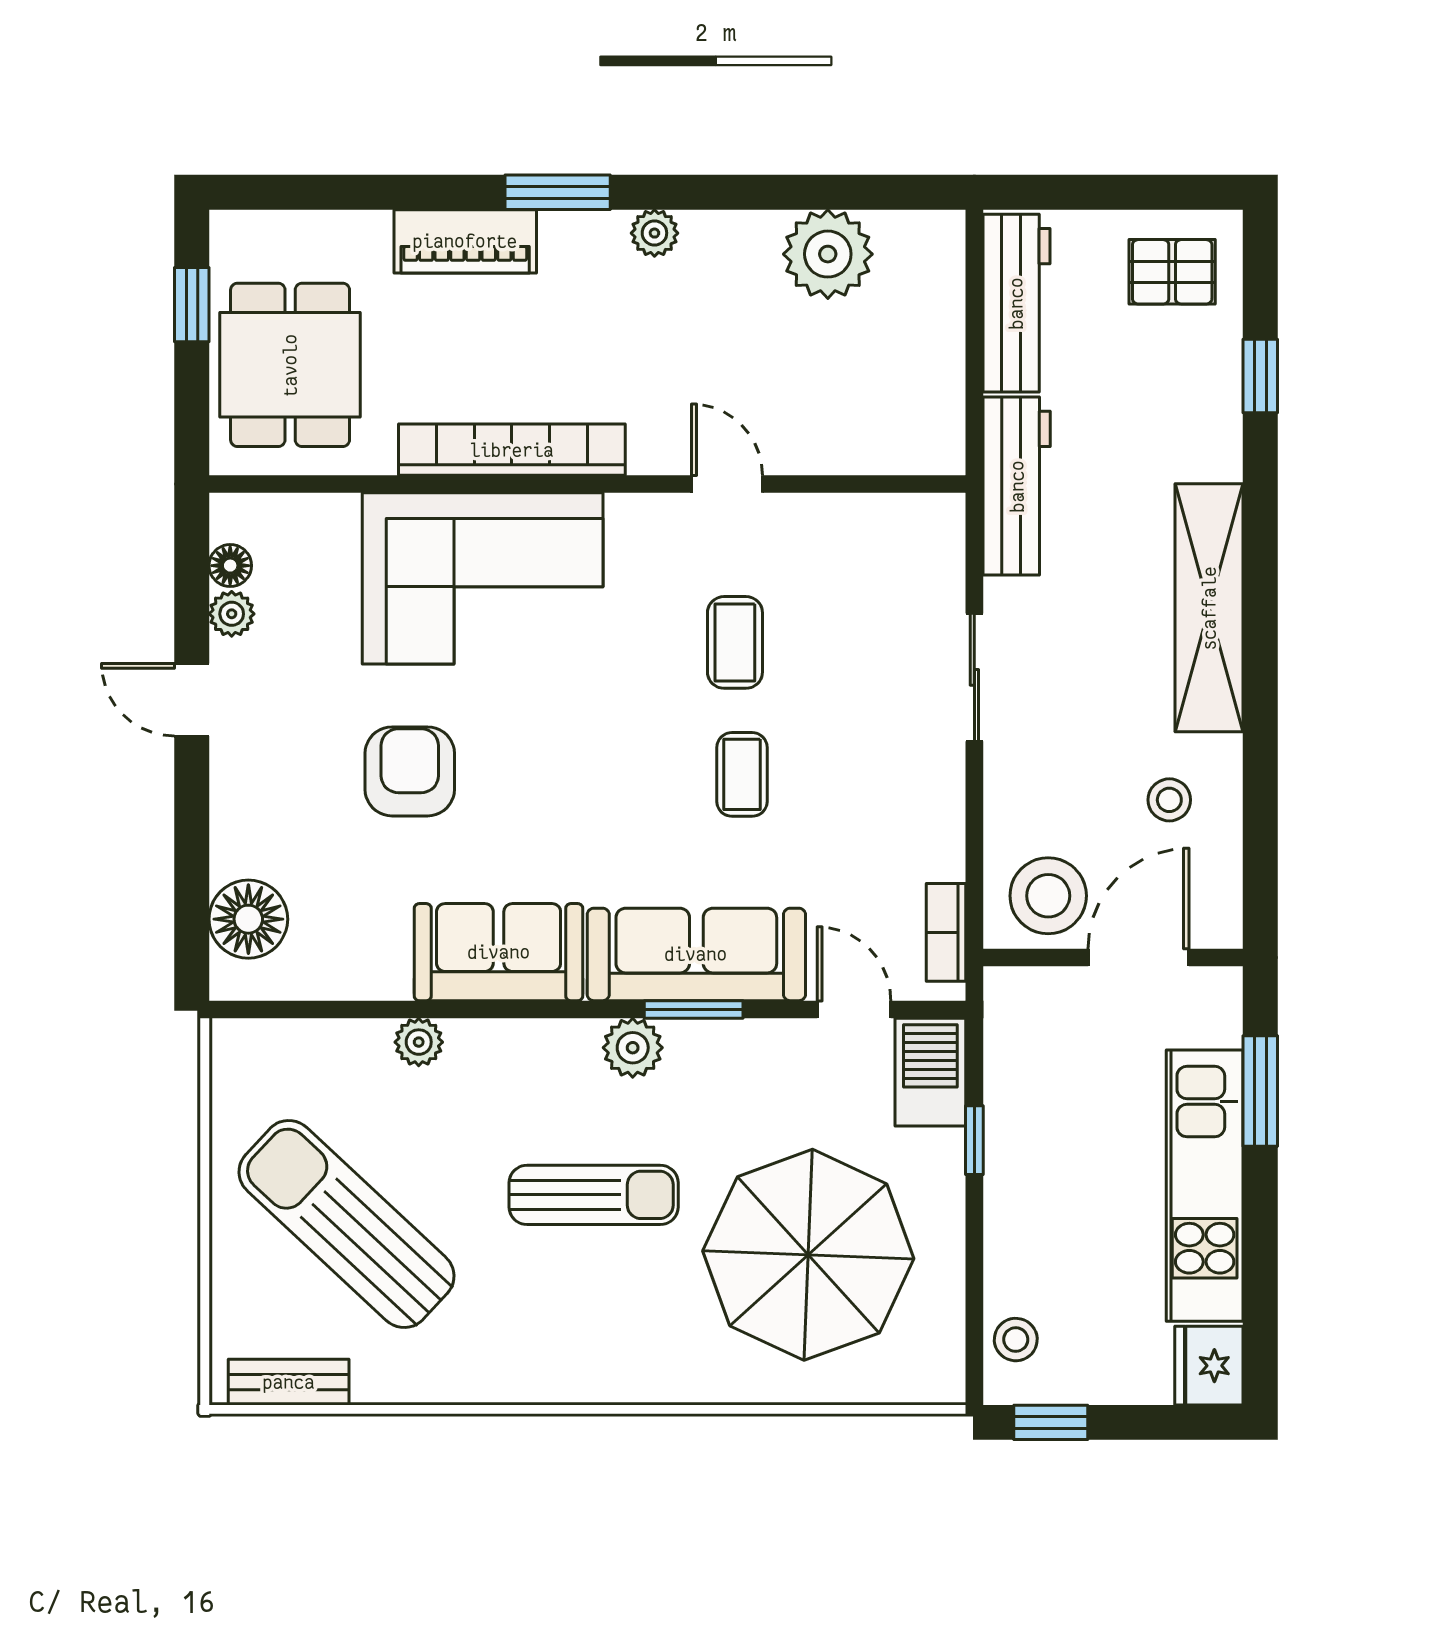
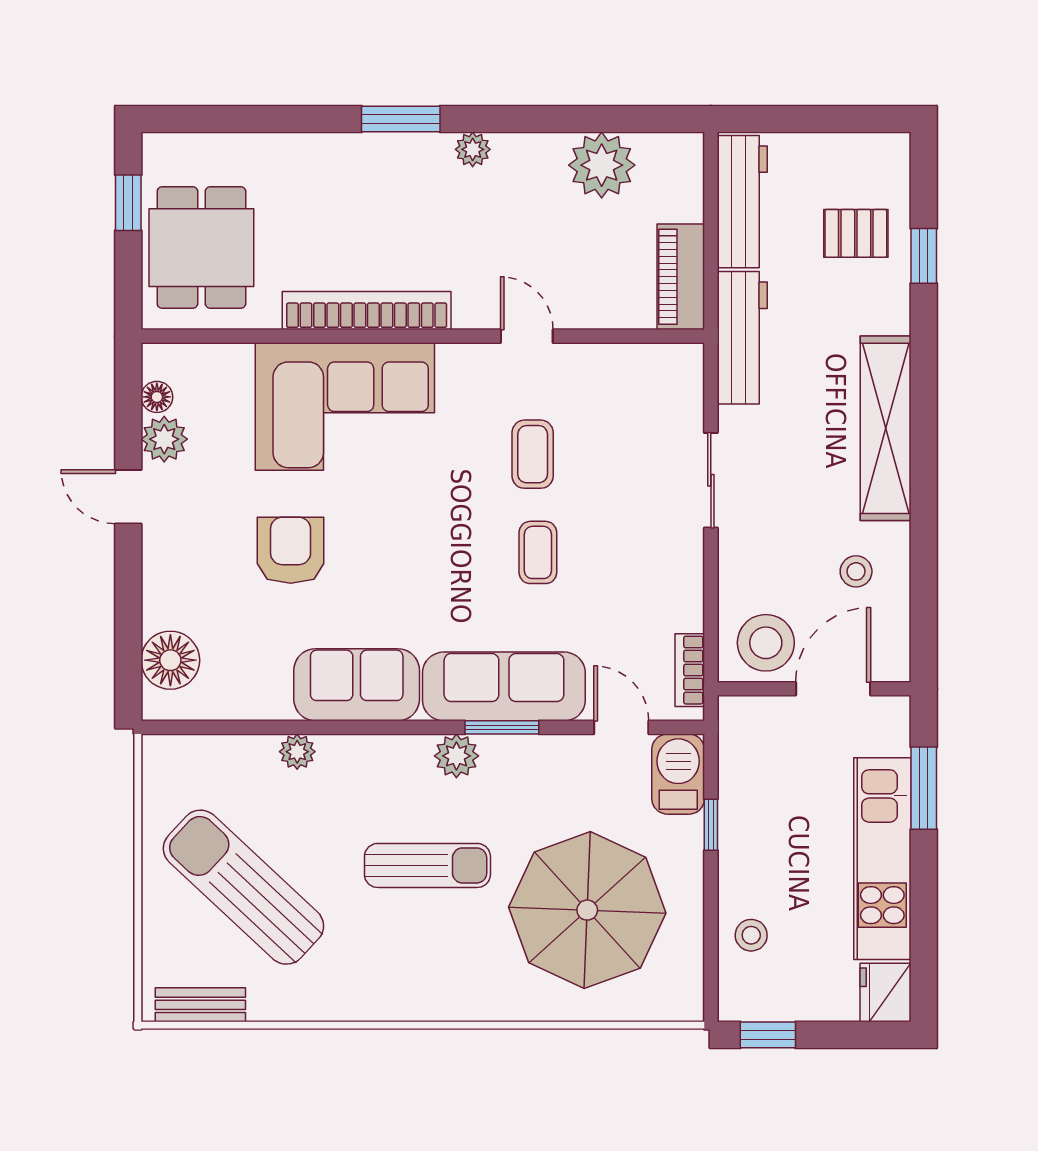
piano: (465, 241) -> (681, 277), moved, turned 90
pallet: (1172, 272) -> (856, 233), moved
plant: (232, 614) -> (164, 439), width x1.38, depth x1.38
stool: (1016, 1340) -> (751, 935), moved

